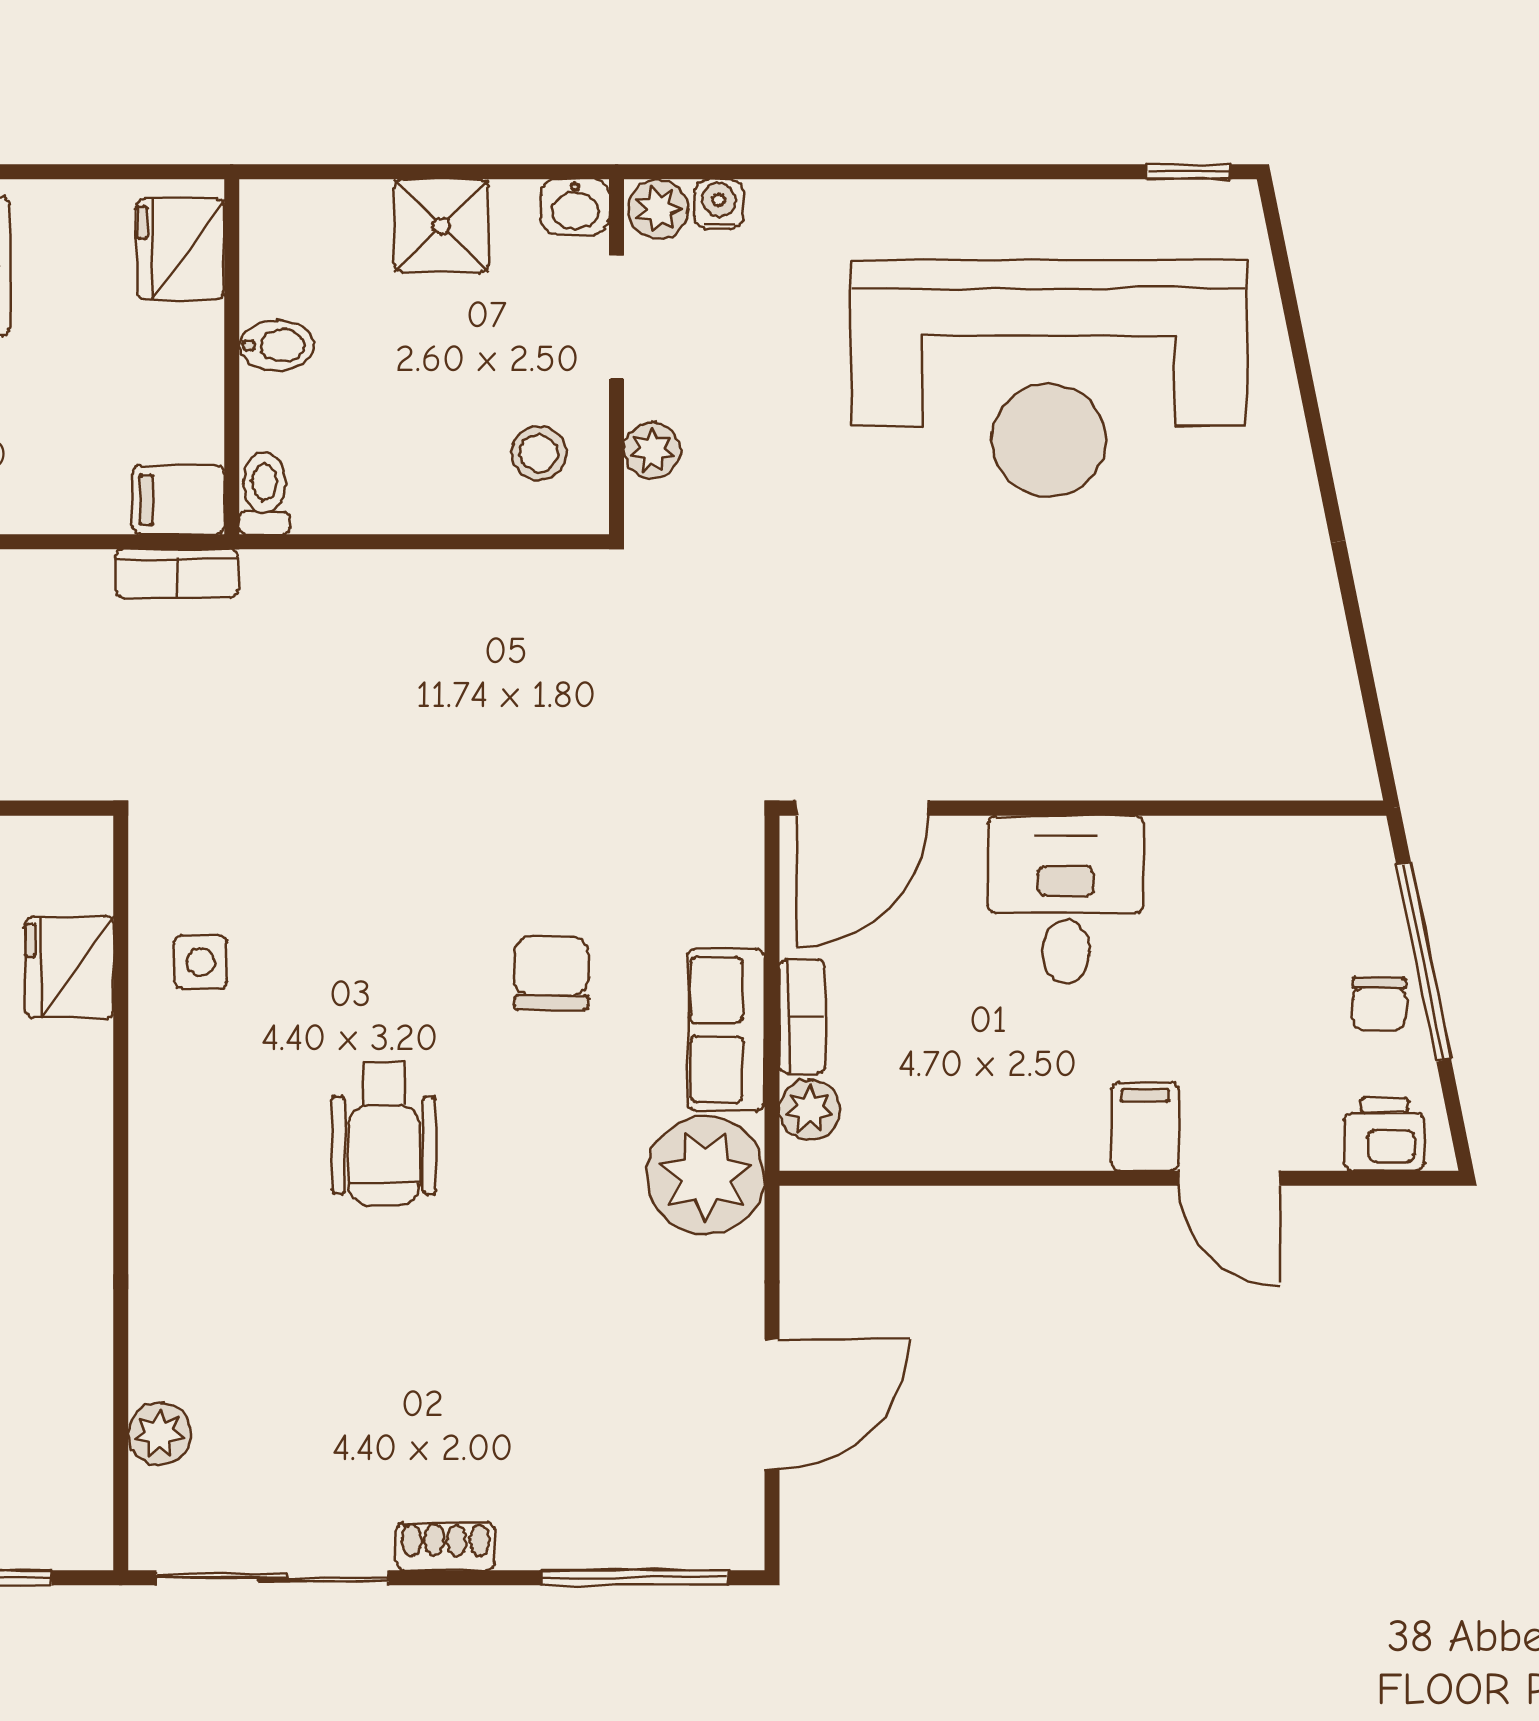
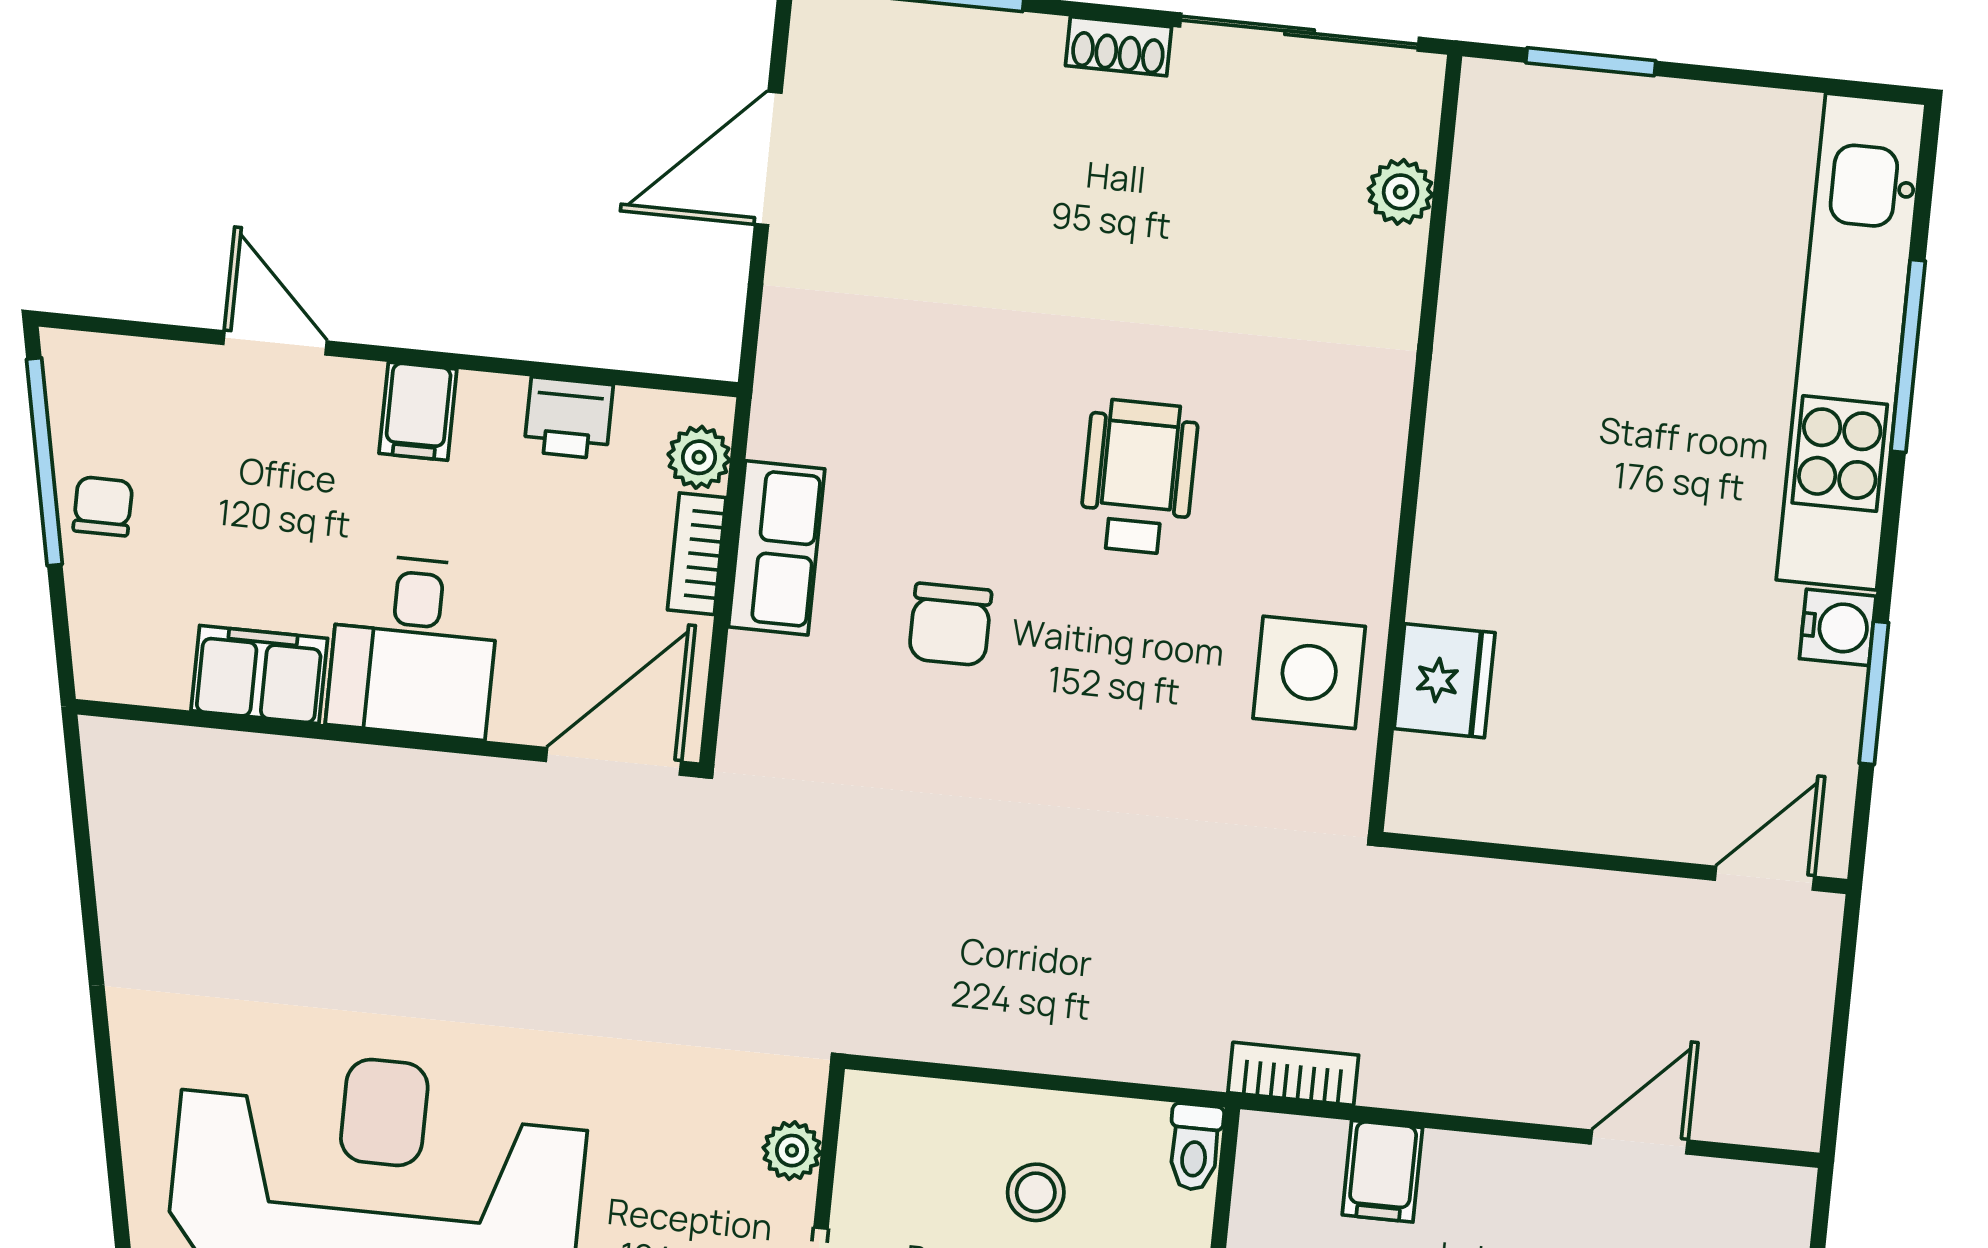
stool: (539, 453) -> (1036, 1192), moved
filing cabinet: (178, 500) -> (1382, 1171), moved, turned 90
filing cabinet: (1212, 857) -> (259, 675), added
side table: (201, 962) -> (1309, 672), width x1.87, depth x1.87
window: (1424, 962) -> (44, 462), moved
filing cabinet: (1145, 1126) -> (418, 411), moved
printer: (1384, 1134) -> (569, 418), moved
plant: (706, 1176) -> (813, 400), removed

